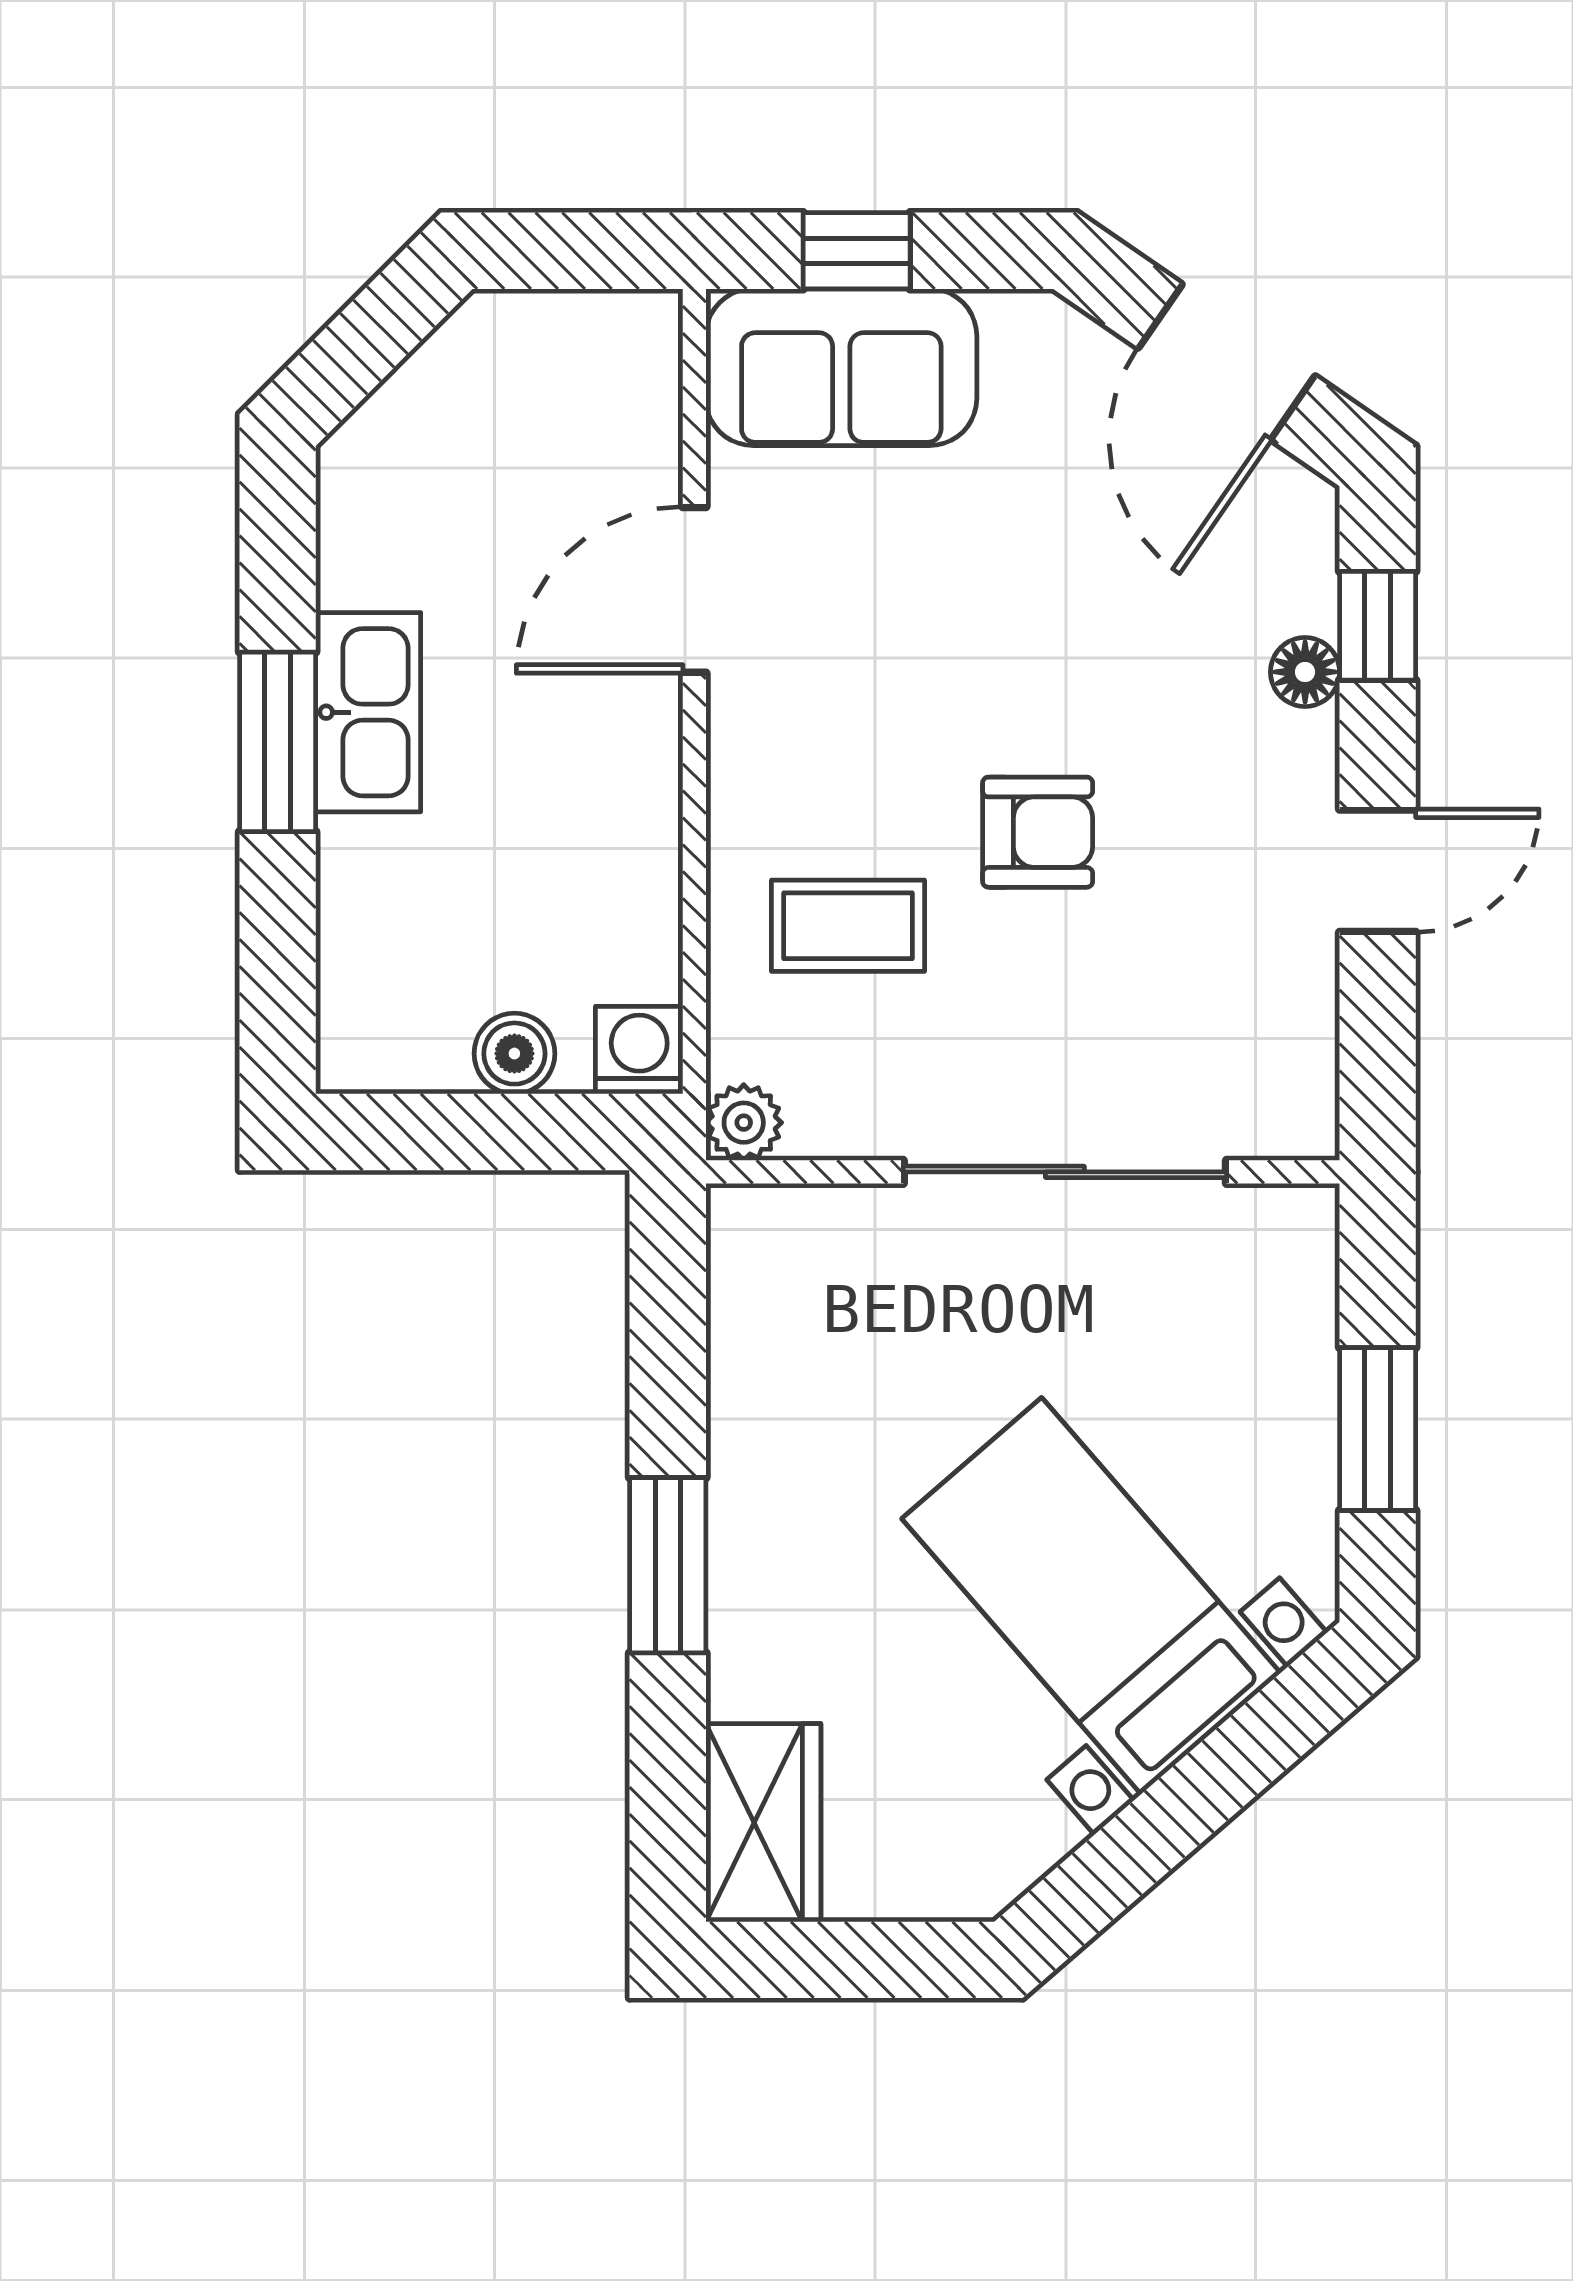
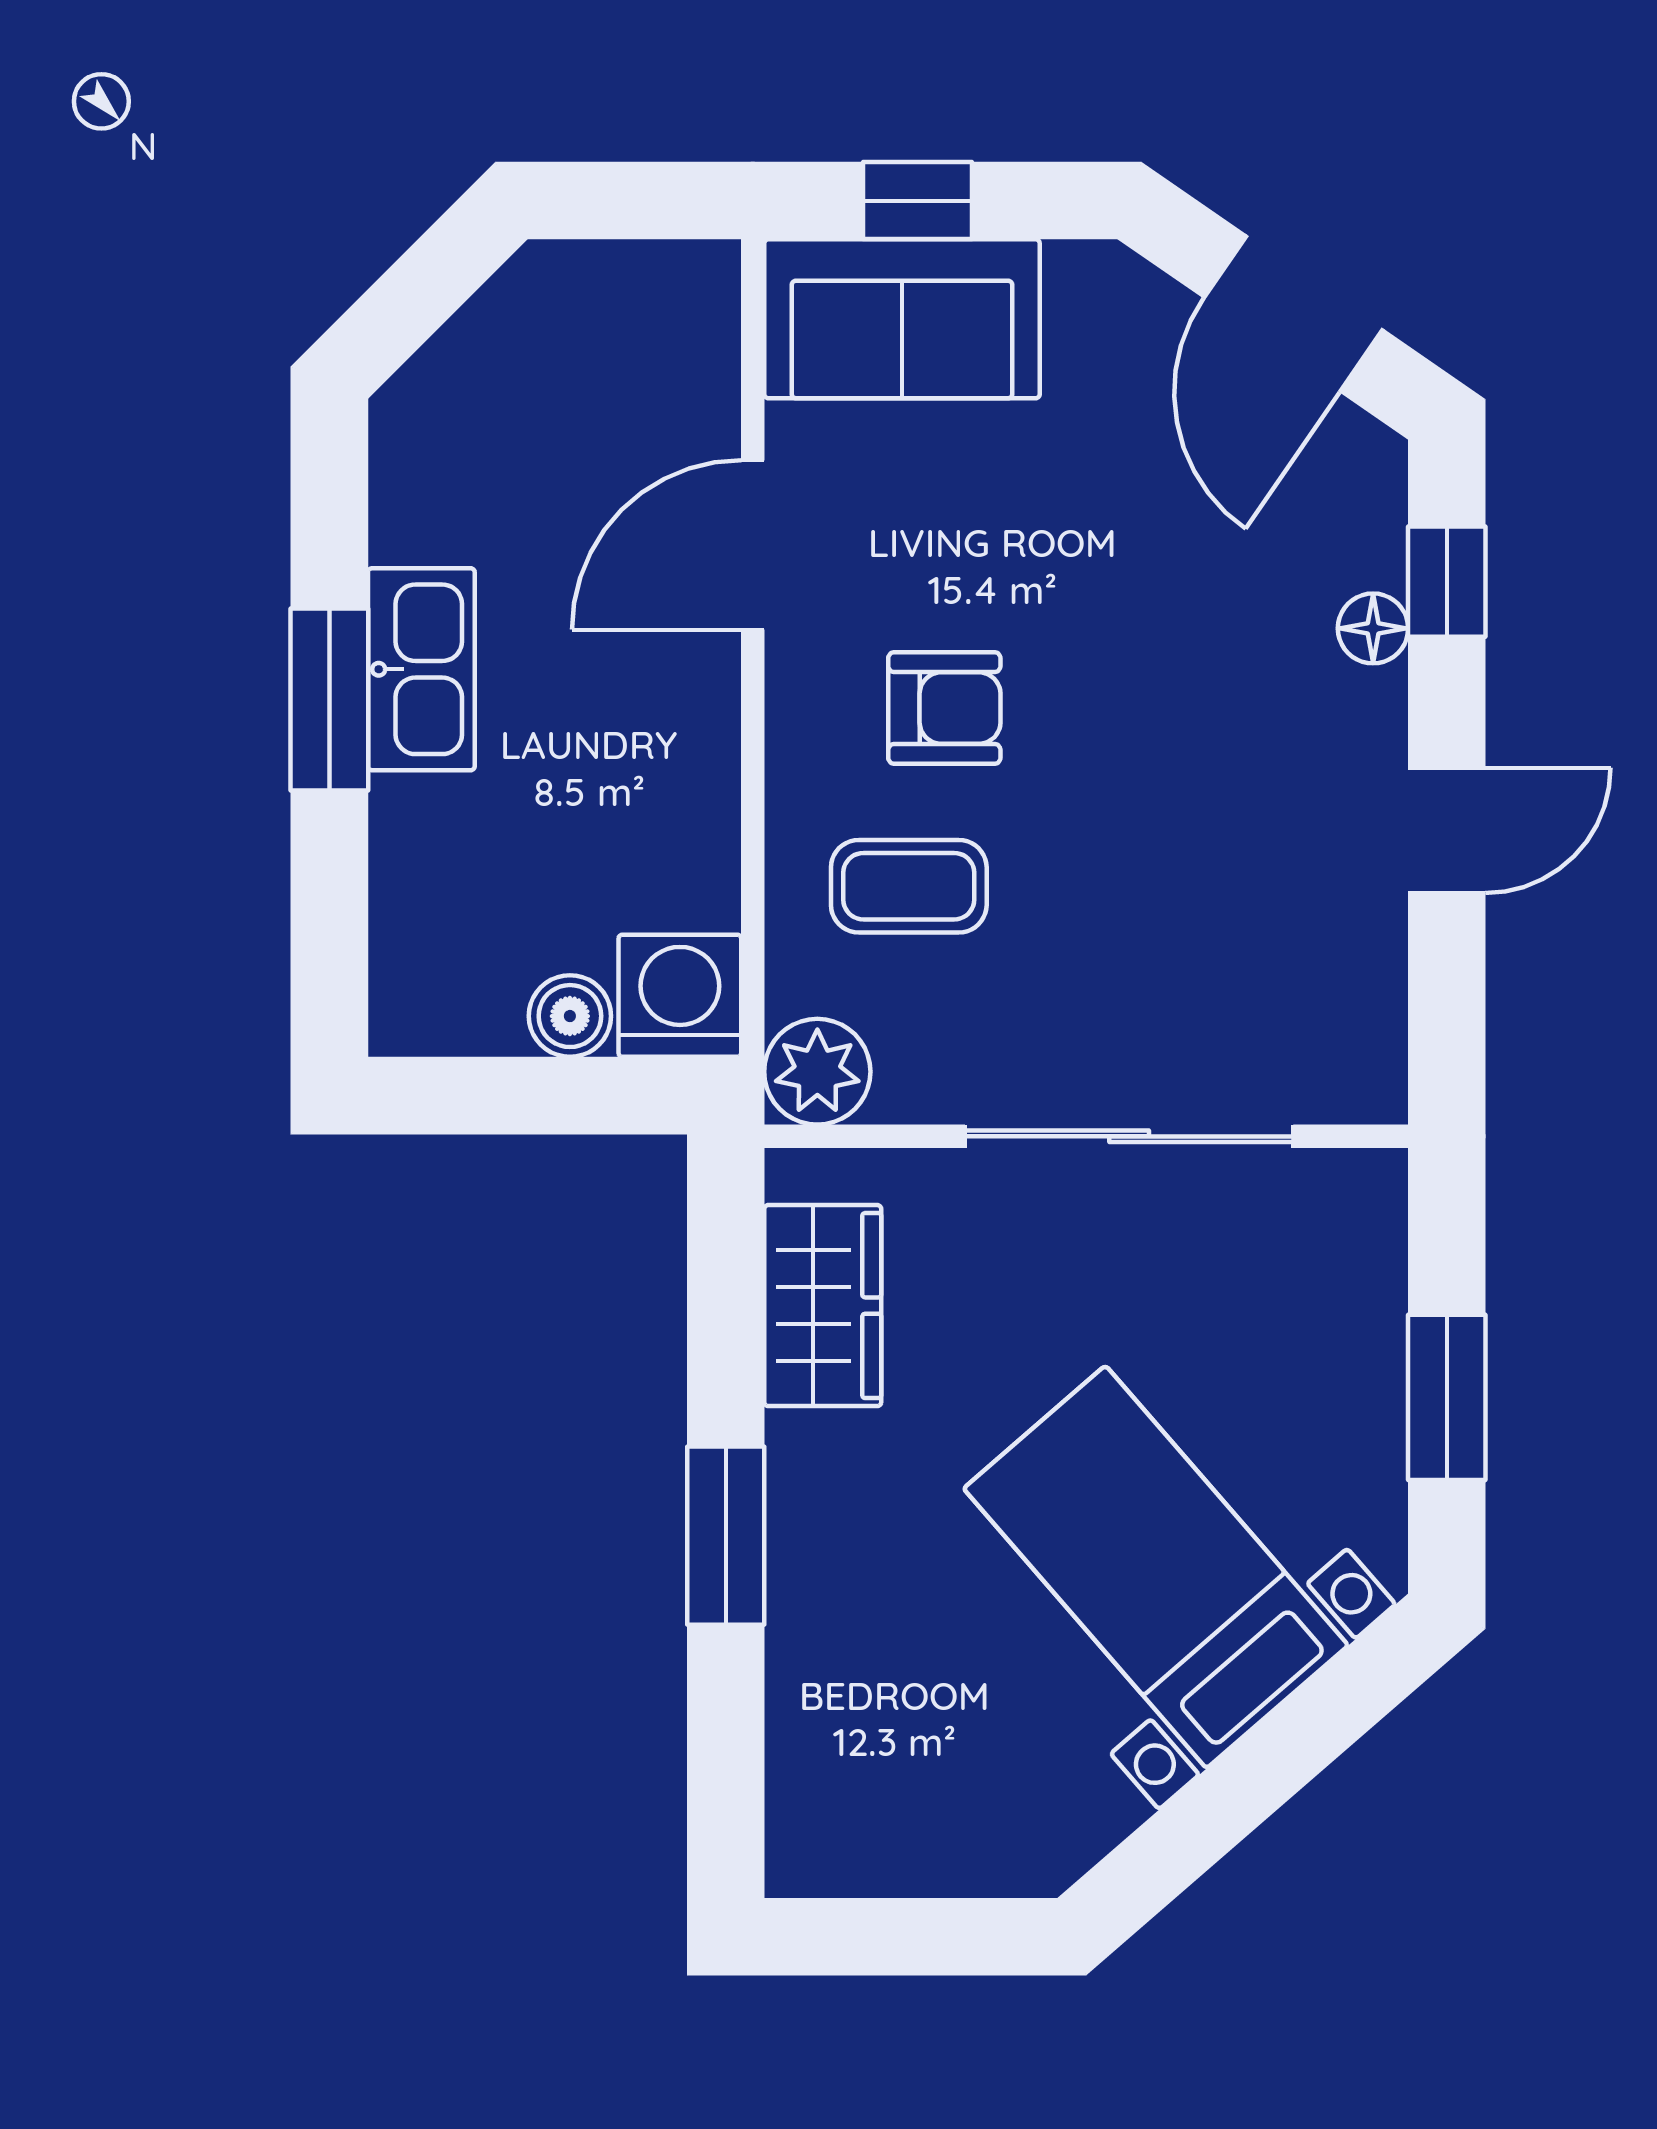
armchair: (1038, 832) -> (944, 708), moved
washing machine: (639, 1050) -> (680, 996), width x1.38, depth x1.38
plant: (744, 1123) -> (817, 1072), width x1.38, depth x1.38
wardrobe: (763, 1823) -> (823, 1306), moved

